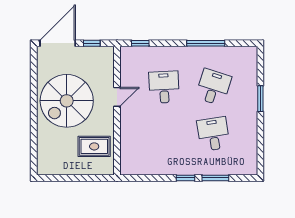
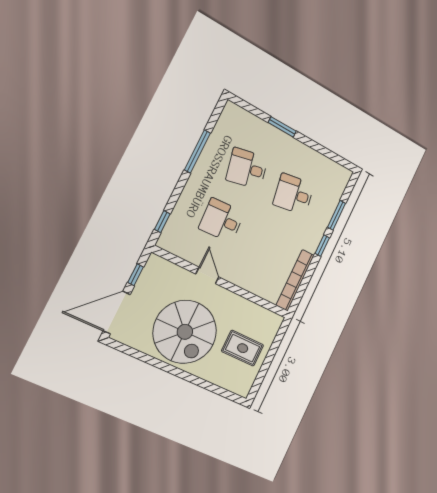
door: (58, 43) -> (117, 313), hinge flipped
desk: (213, 87) -> (247, 169), turned -30
rug: (94, 146) -> (243, 348), moved, turned 90
bookcase: (147, 169) -> (295, 280), added

